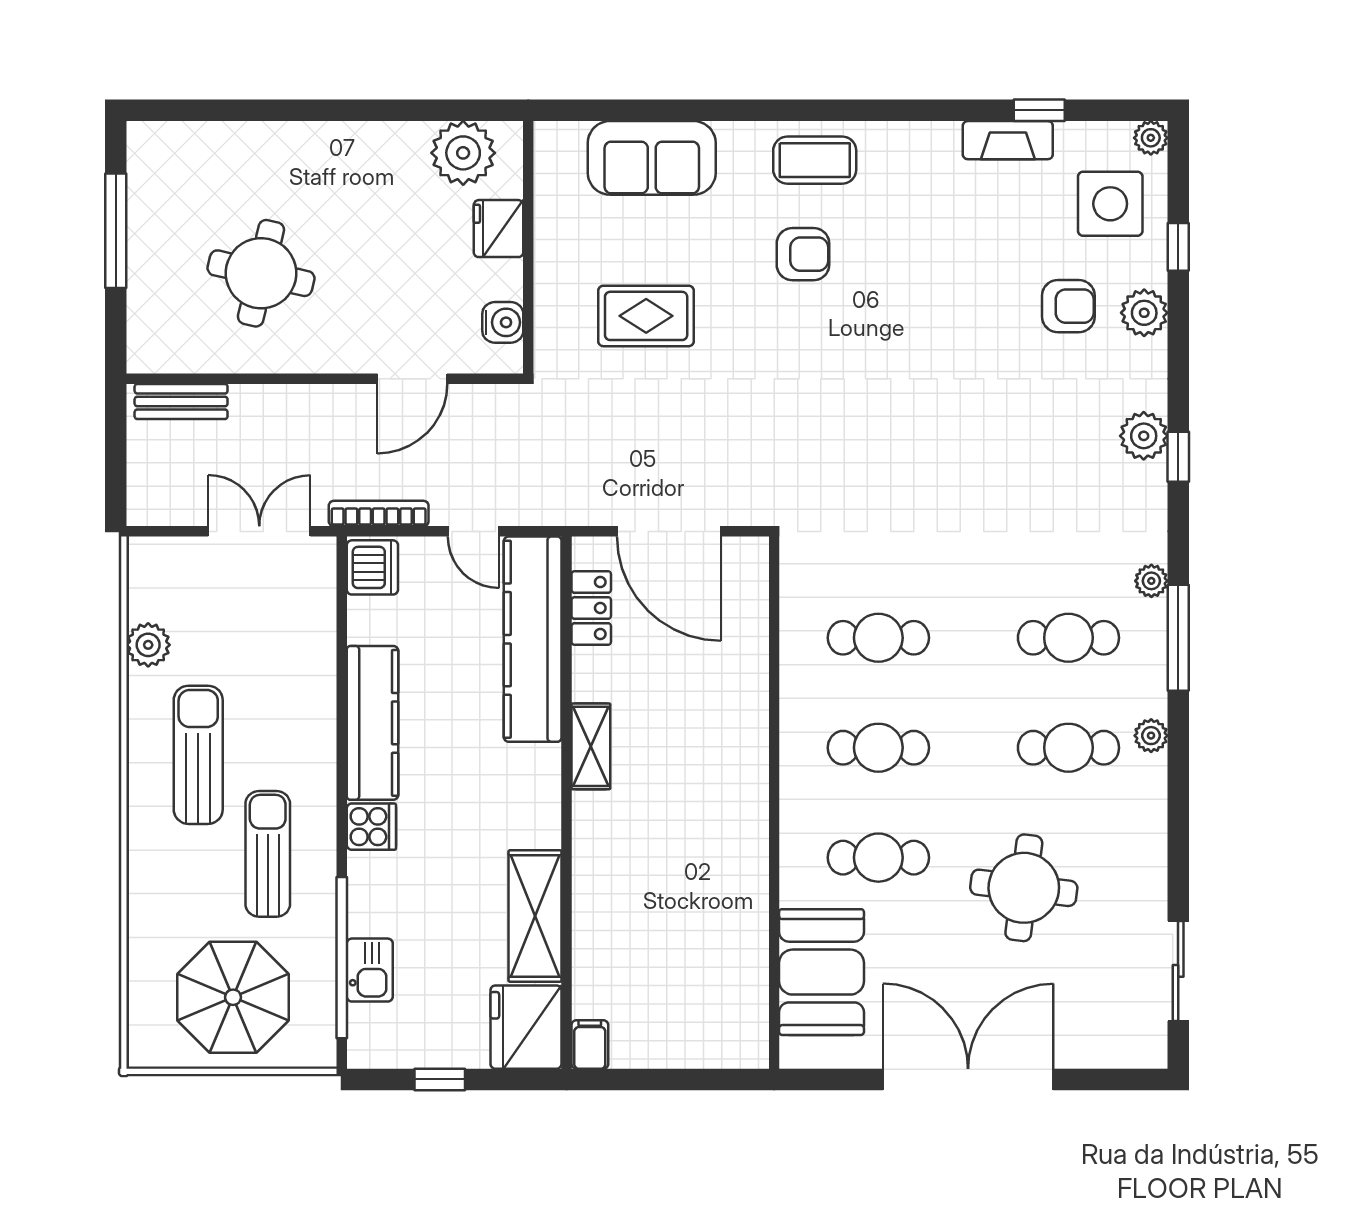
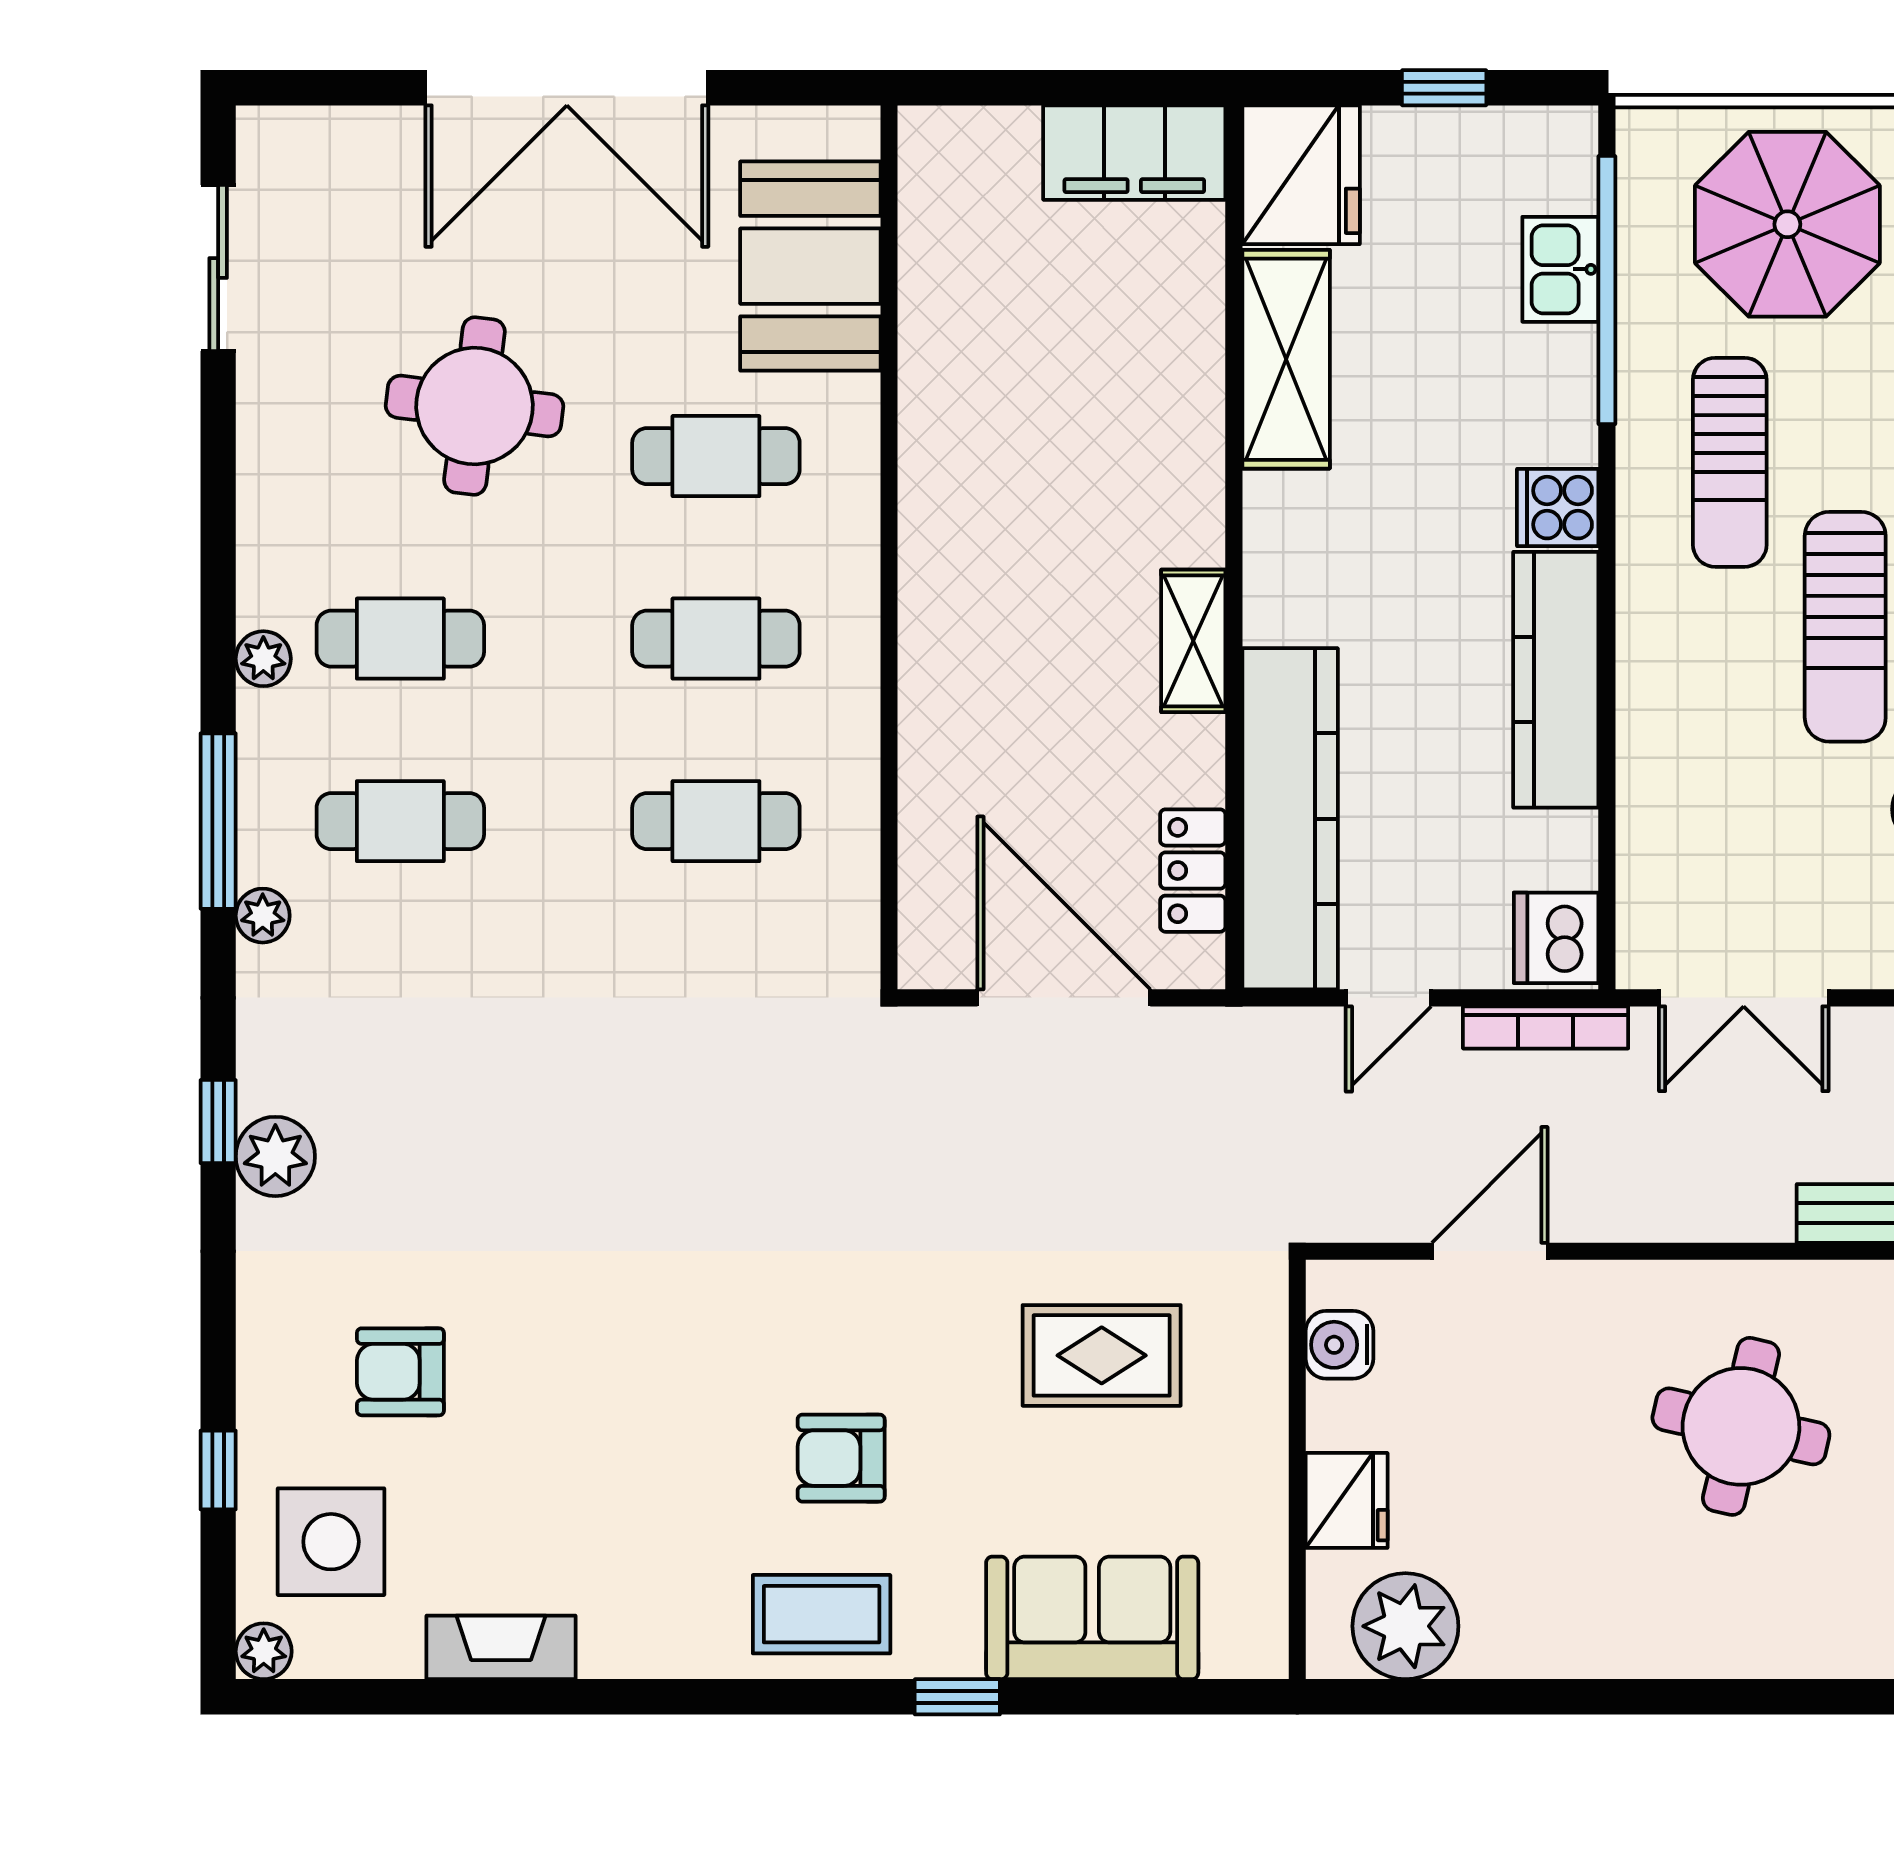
window: (1039, 110) -> (957, 1697), moved
plant: (1144, 313) -> (275, 1361), removed
door: (473, 531) -> (1388, 998), swing flipped
filing cabinet: (590, 1045) -> (1134, 153), width x3.00, depth x1.17

